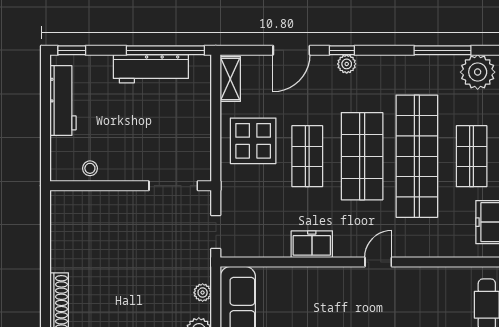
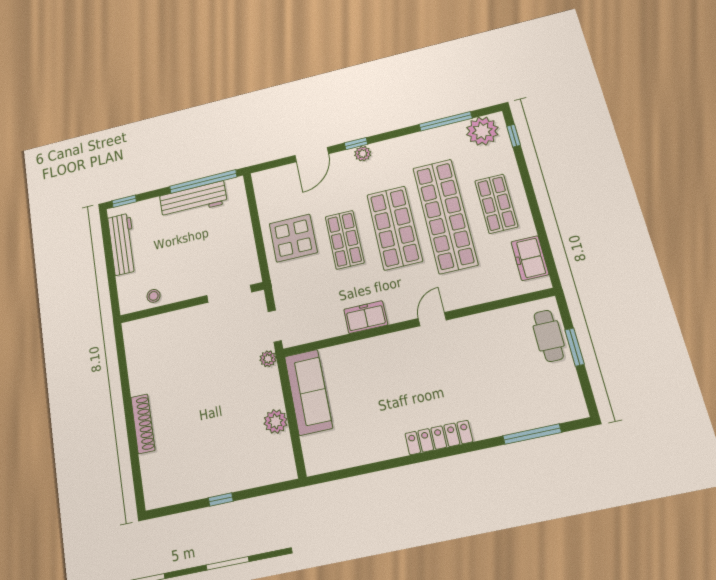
shelving: (230, 79) -> (263, 191), removed
plant: (203, 293) -> (268, 359), moved

